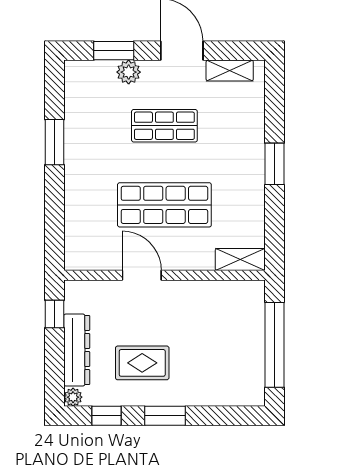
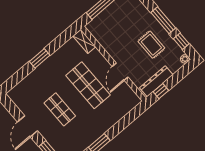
shelving: (230, 71) -> (20, 103), removed
plant: (129, 72) -> (51, 139), removed
dresser: (77, 350) -> (156, 81), moved
window: (165, 416) -> (163, 20), width x1.44

